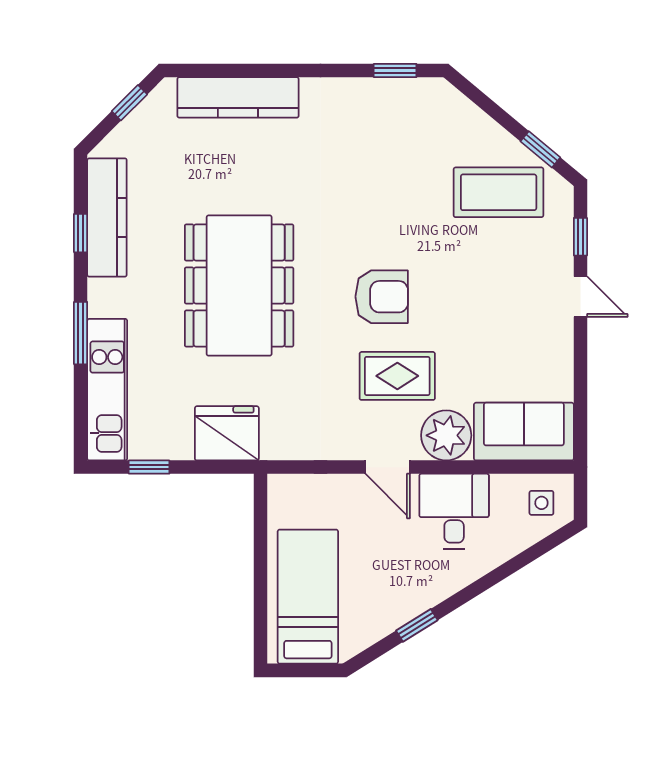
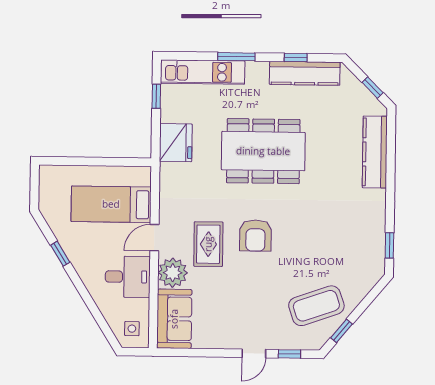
coffee table: (499, 192) -> (316, 306), turned 71
bed: (308, 597) -> (111, 204), moved, turned 180

